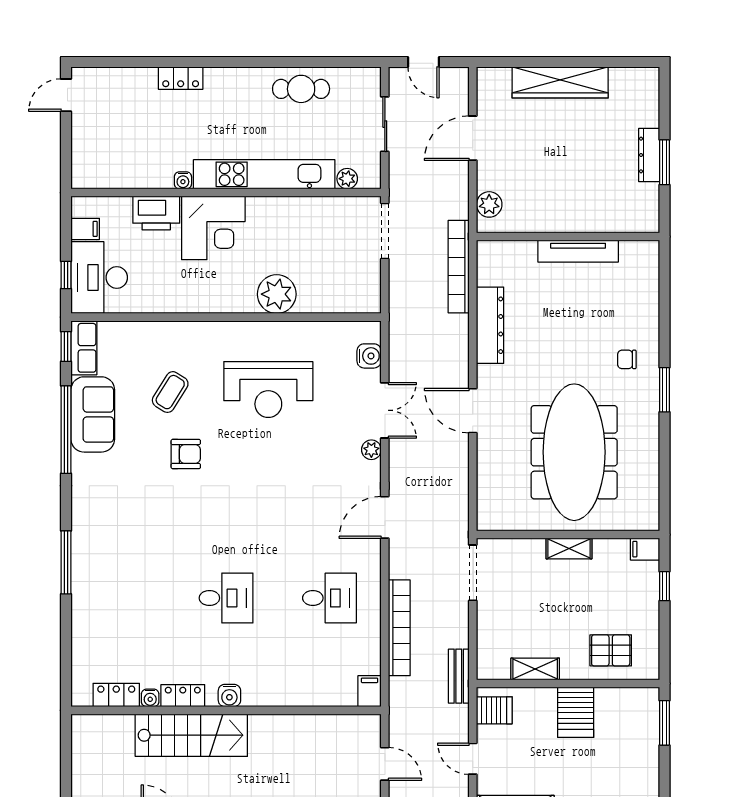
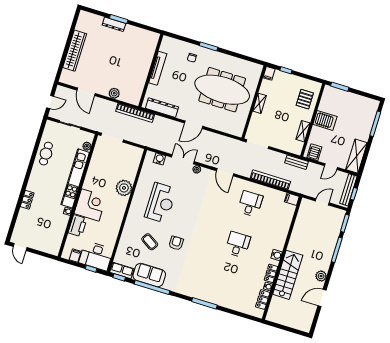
wall: (568, 237) -> (151, 70), moved
tv unit: (578, 251) -> (158, 68), moved

